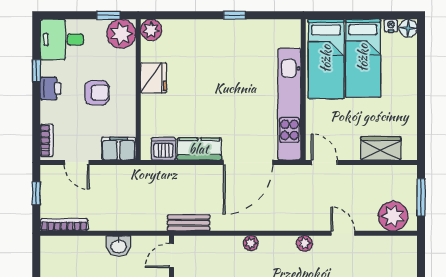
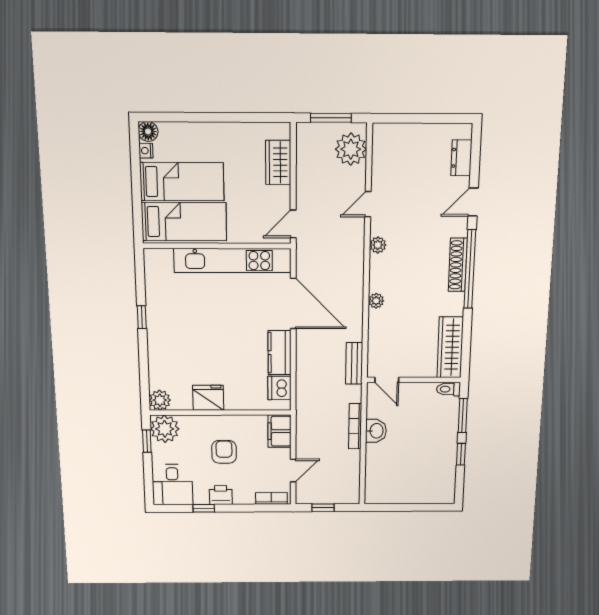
bookcase: (64, 225) -> (355, 426), moved

